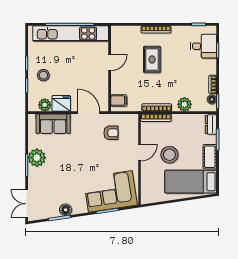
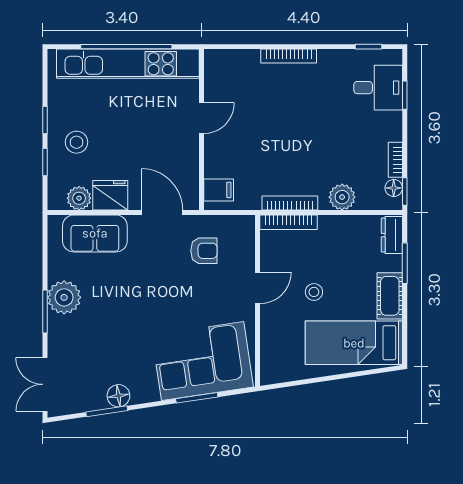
rug: (152, 59) -> (281, 113), removed
stool: (169, 155) -> (314, 292), width x0.53, depth x0.53

